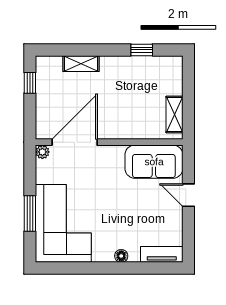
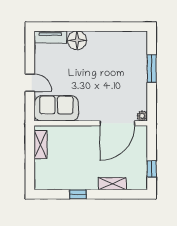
window: (142, 50) -> (78, 194), moved
corner sofa: (63, 223) -> (126, 61), removed
floor lamp: (121, 256) -> (77, 40), width x1.89, depth x1.89

